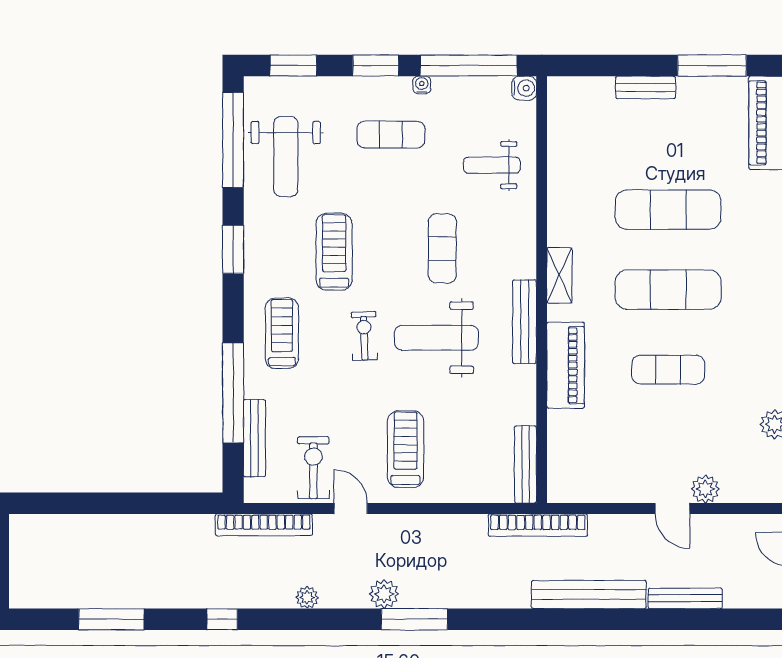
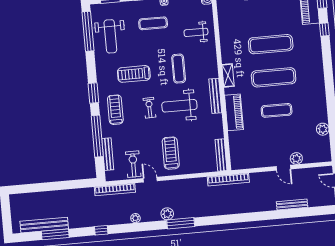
window: (233, 249) -> (93, 93), moved
treadmill: (334, 252) -> (134, 74), turned -90
bench: (589, 595) -> (44, 225), moved

